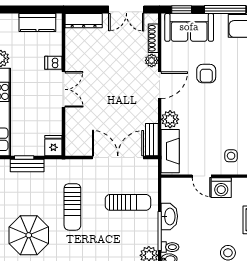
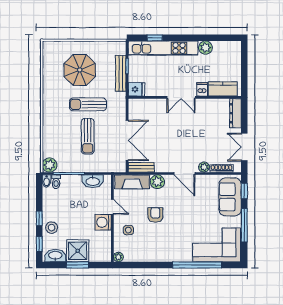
kitchen counter: (37, 22) -> (223, 89), moved, turned 90
armchair: (206, 74) -> (155, 215), moved, turned 90
bench: (27, 165) -> (121, 73), width x1.36
door: (202, 176) -> (112, 207), swing flipped
sun lounger: (128, 202) -> (88, 136), moved
washbasin: (169, 216) -> (93, 181), moved
parasol: (29, 235) -> (80, 70), moved

